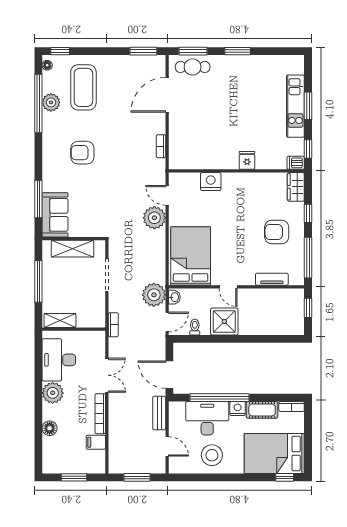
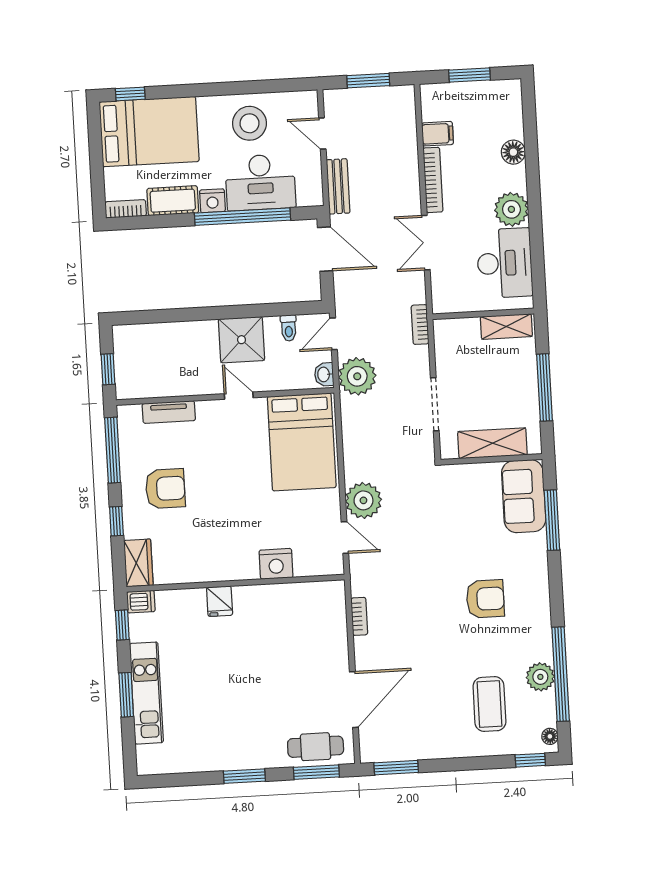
coffee table: (83, 87) -> (489, 704), width x0.73, depth x0.76

